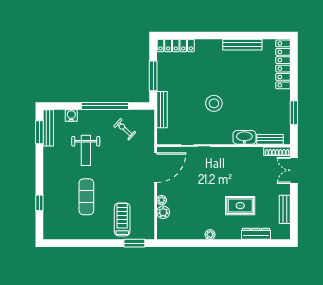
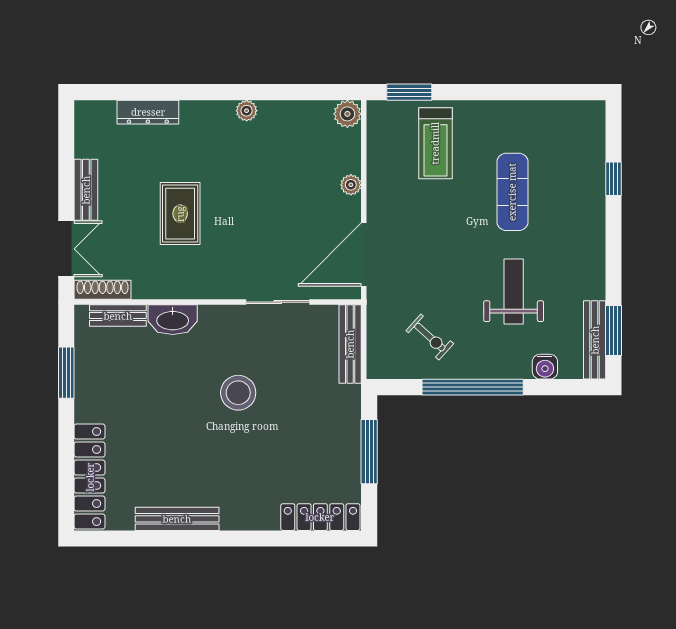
bench: (162, 110) -> (350, 344), moved
rug: (240, 206) -> (180, 214), moved, turned 90
bench: (285, 209) -> (86, 190), moved
plant: (163, 212) -> (347, 114), moved

